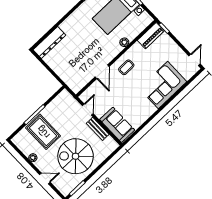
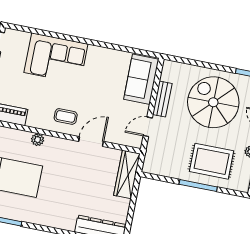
wardrobe: (69, 79) -> (127, 174), added
rug: (43, 132) -> (212, 161), turned 90
spiral stairs: (76, 156) -> (213, 102), turned 180

